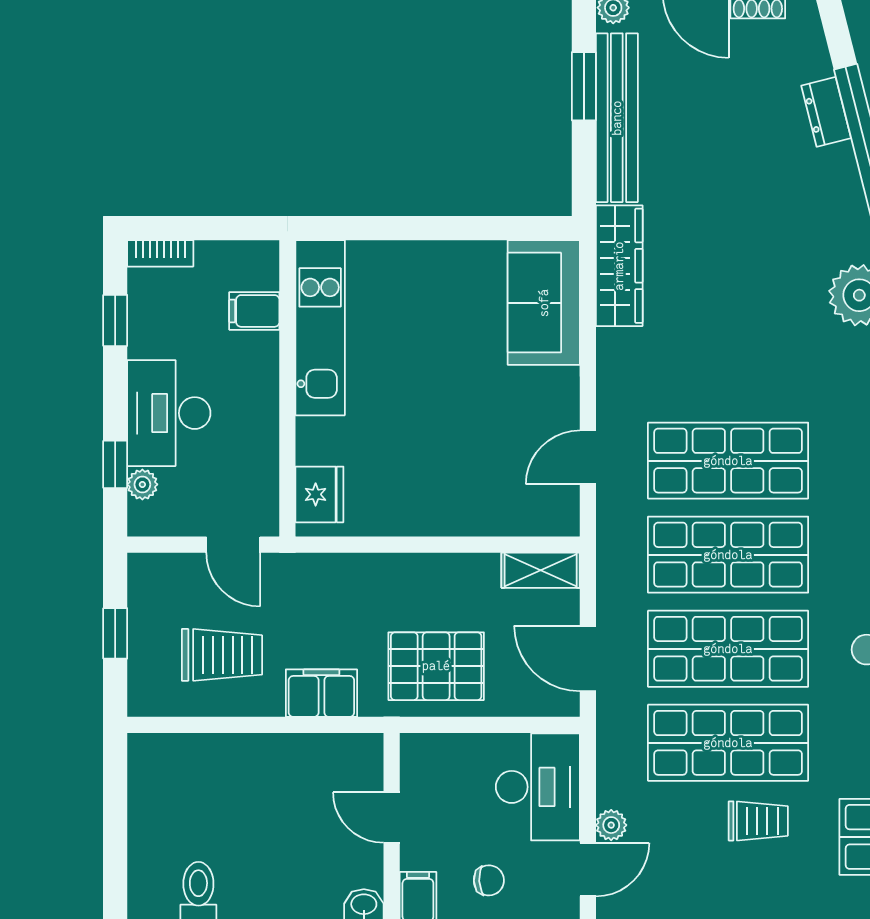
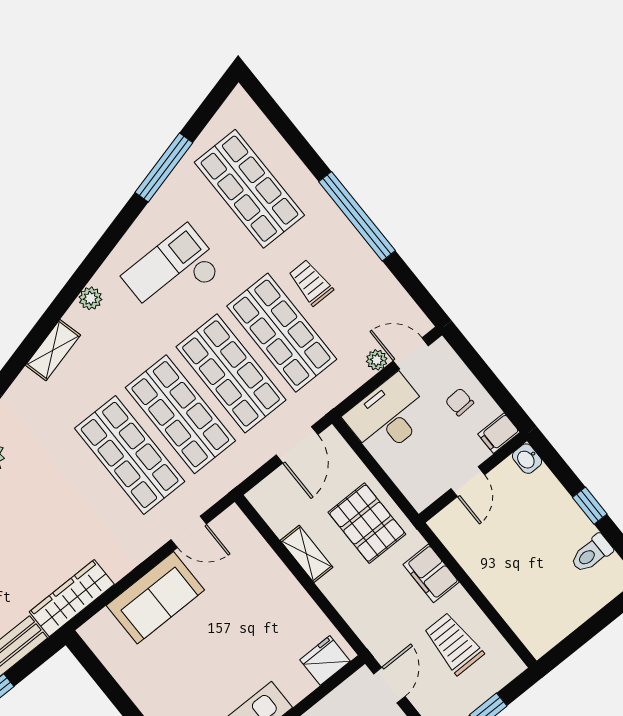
sofa: (544, 303) -> (155, 598), moved
shelving: (541, 570) -> (307, 554), moved

